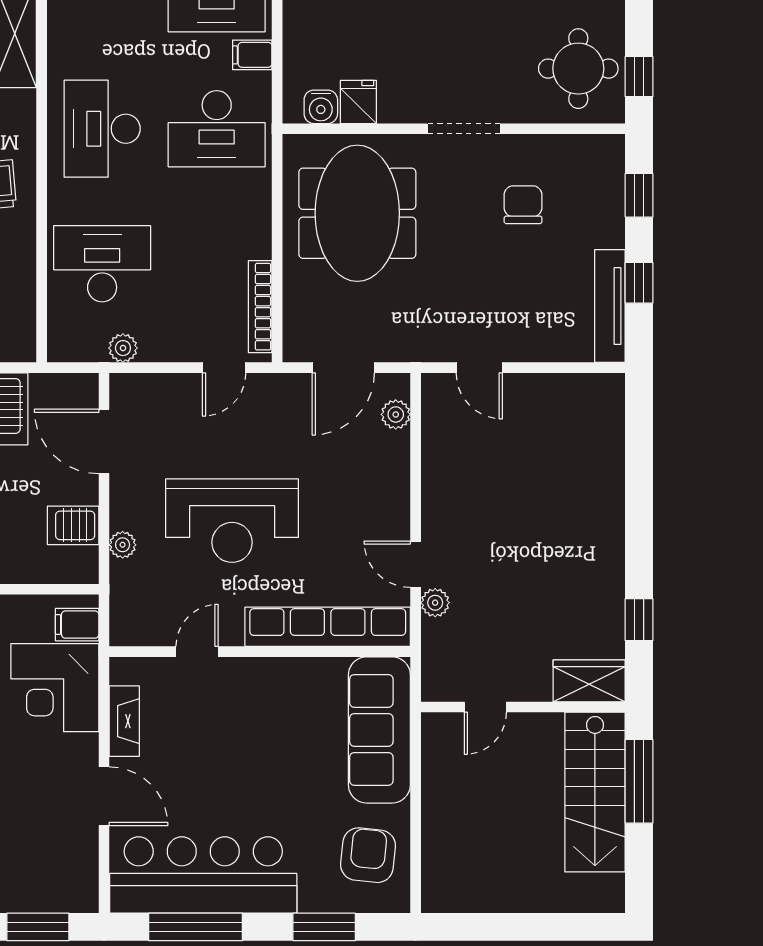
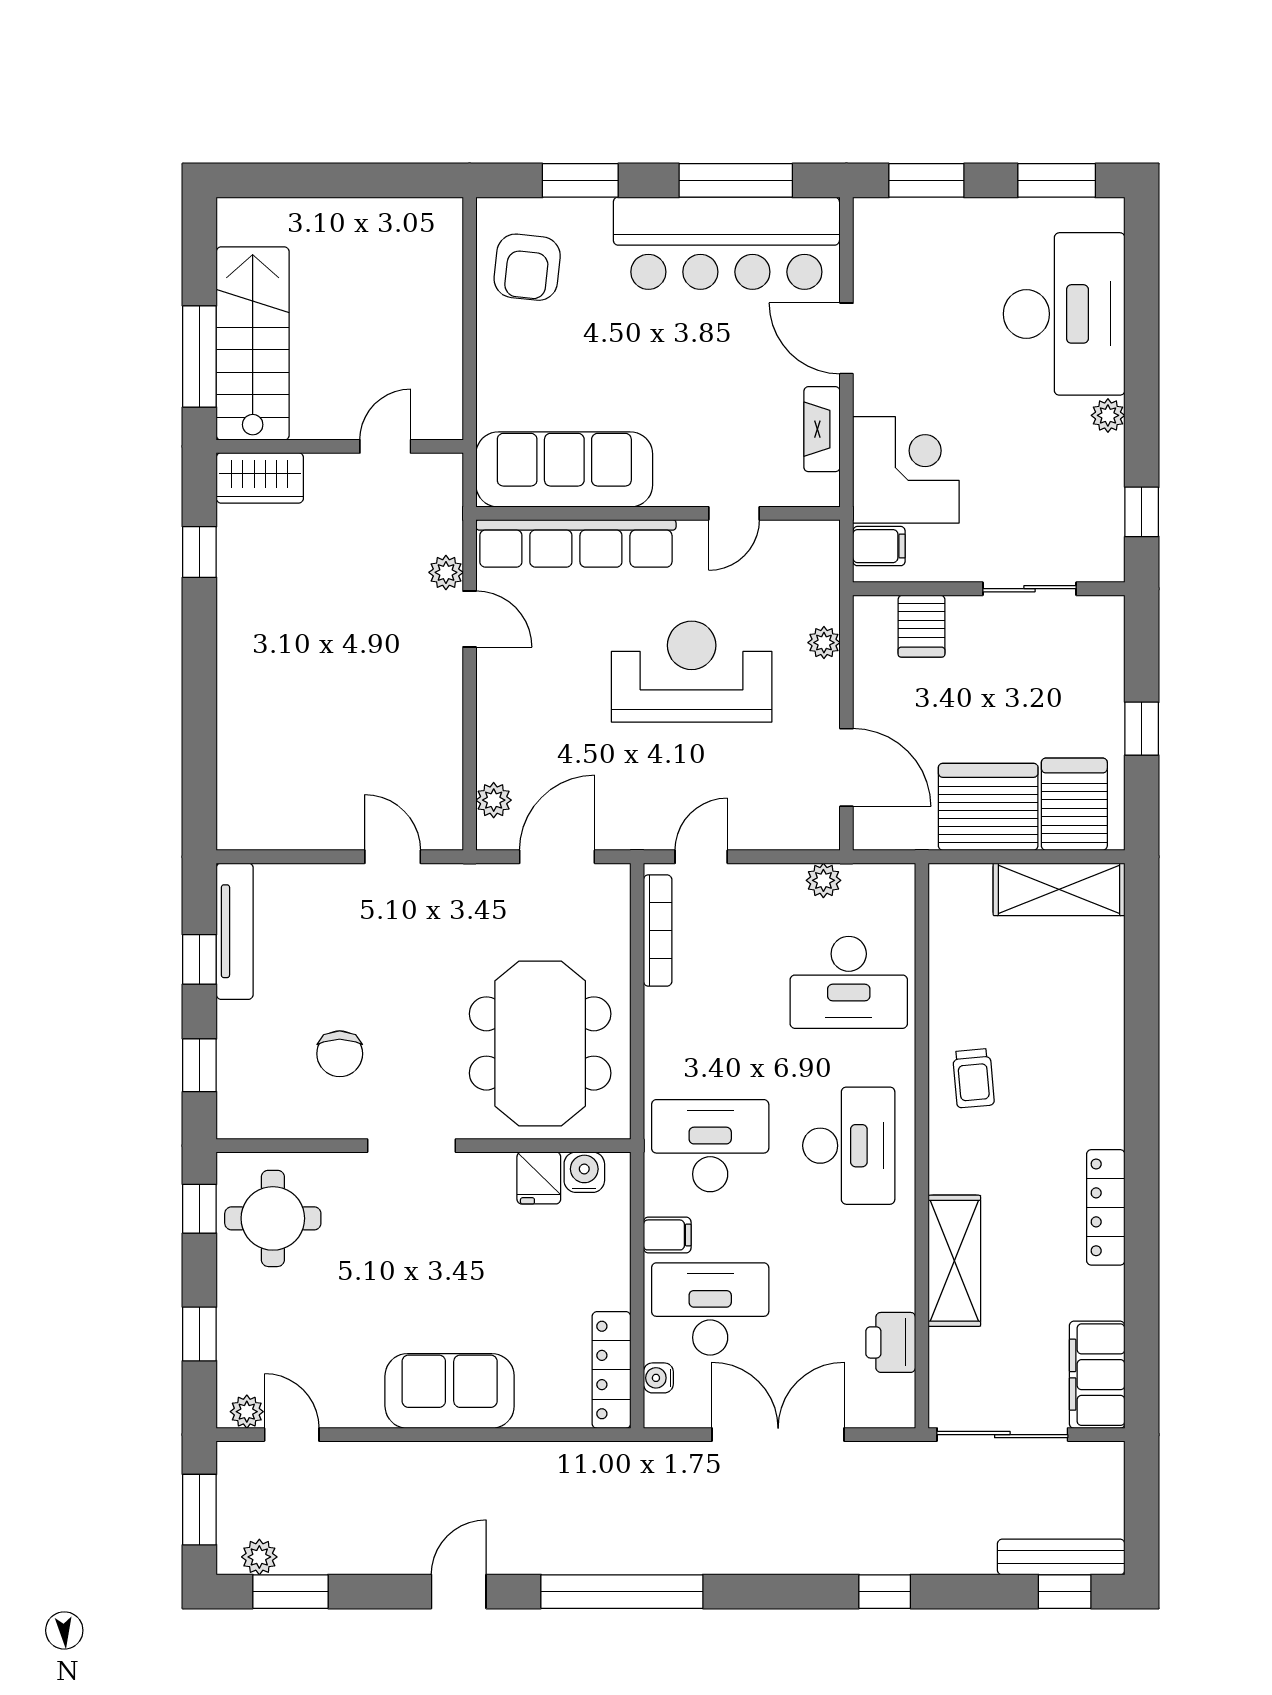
server rack: (73, 525) -> (921, 626), moved, turned 90
sofa: (379, 730) -> (564, 469), moved, turned -90

